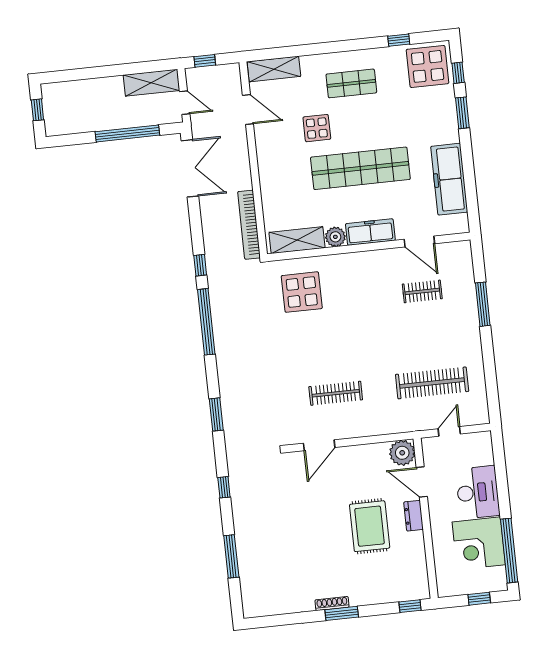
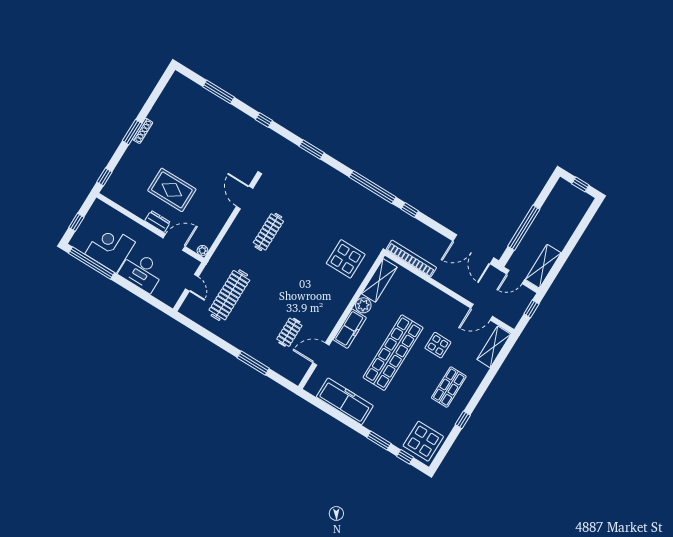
window: (399, 40) -> (463, 420), moved
plant: (402, 453) -> (202, 251), width x0.53, depth x0.53

